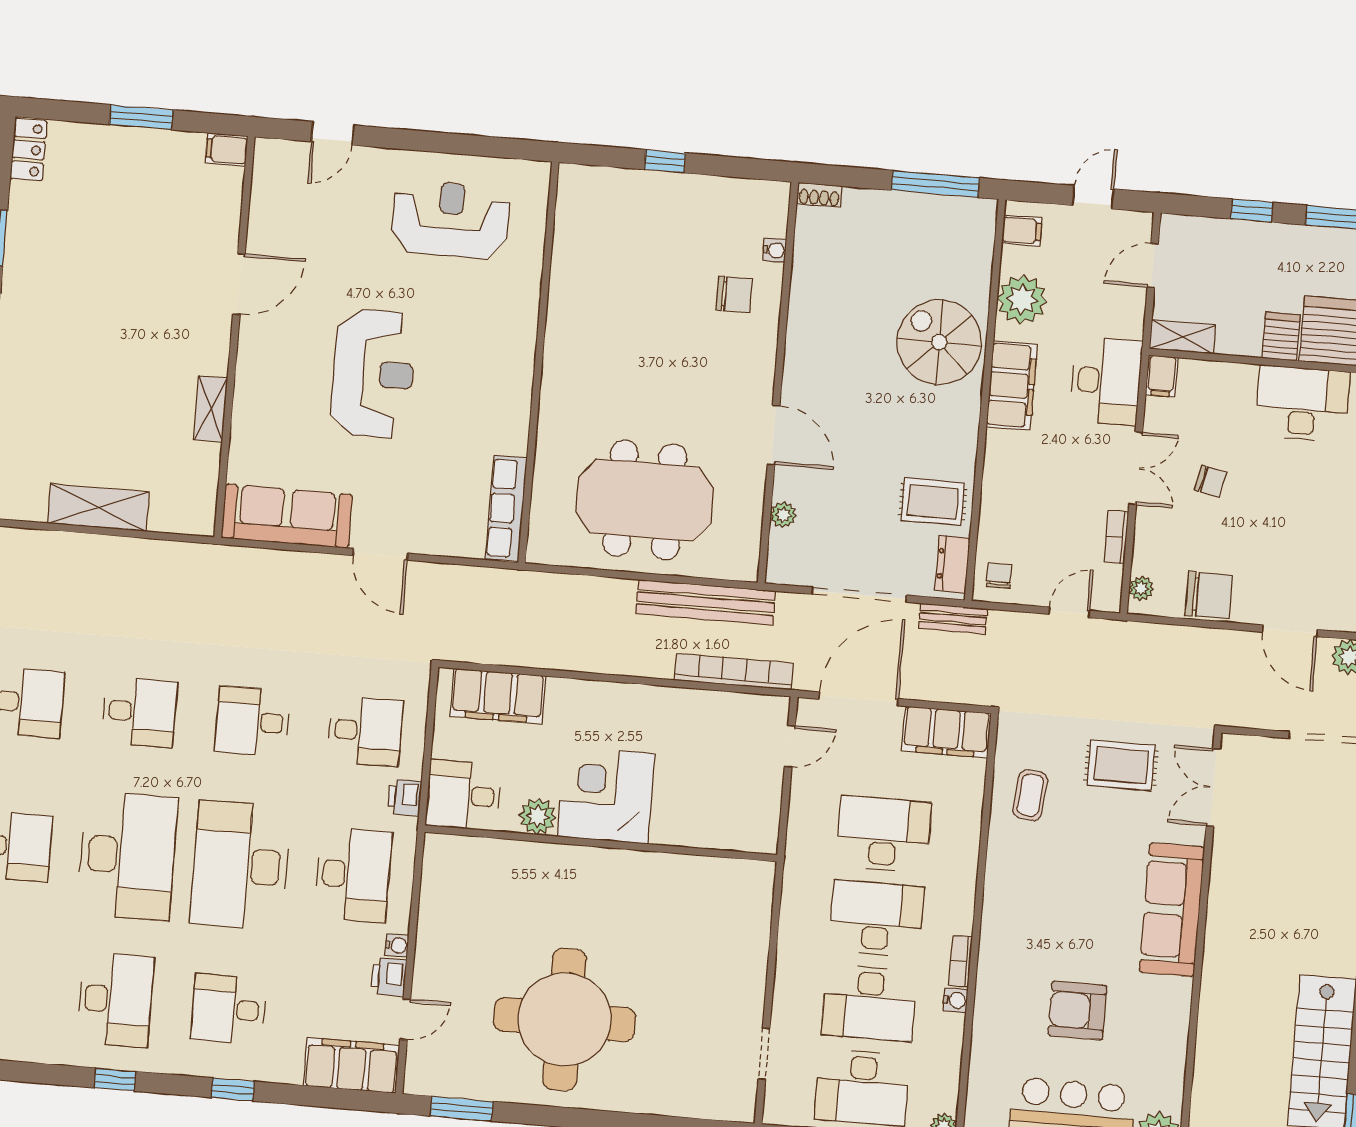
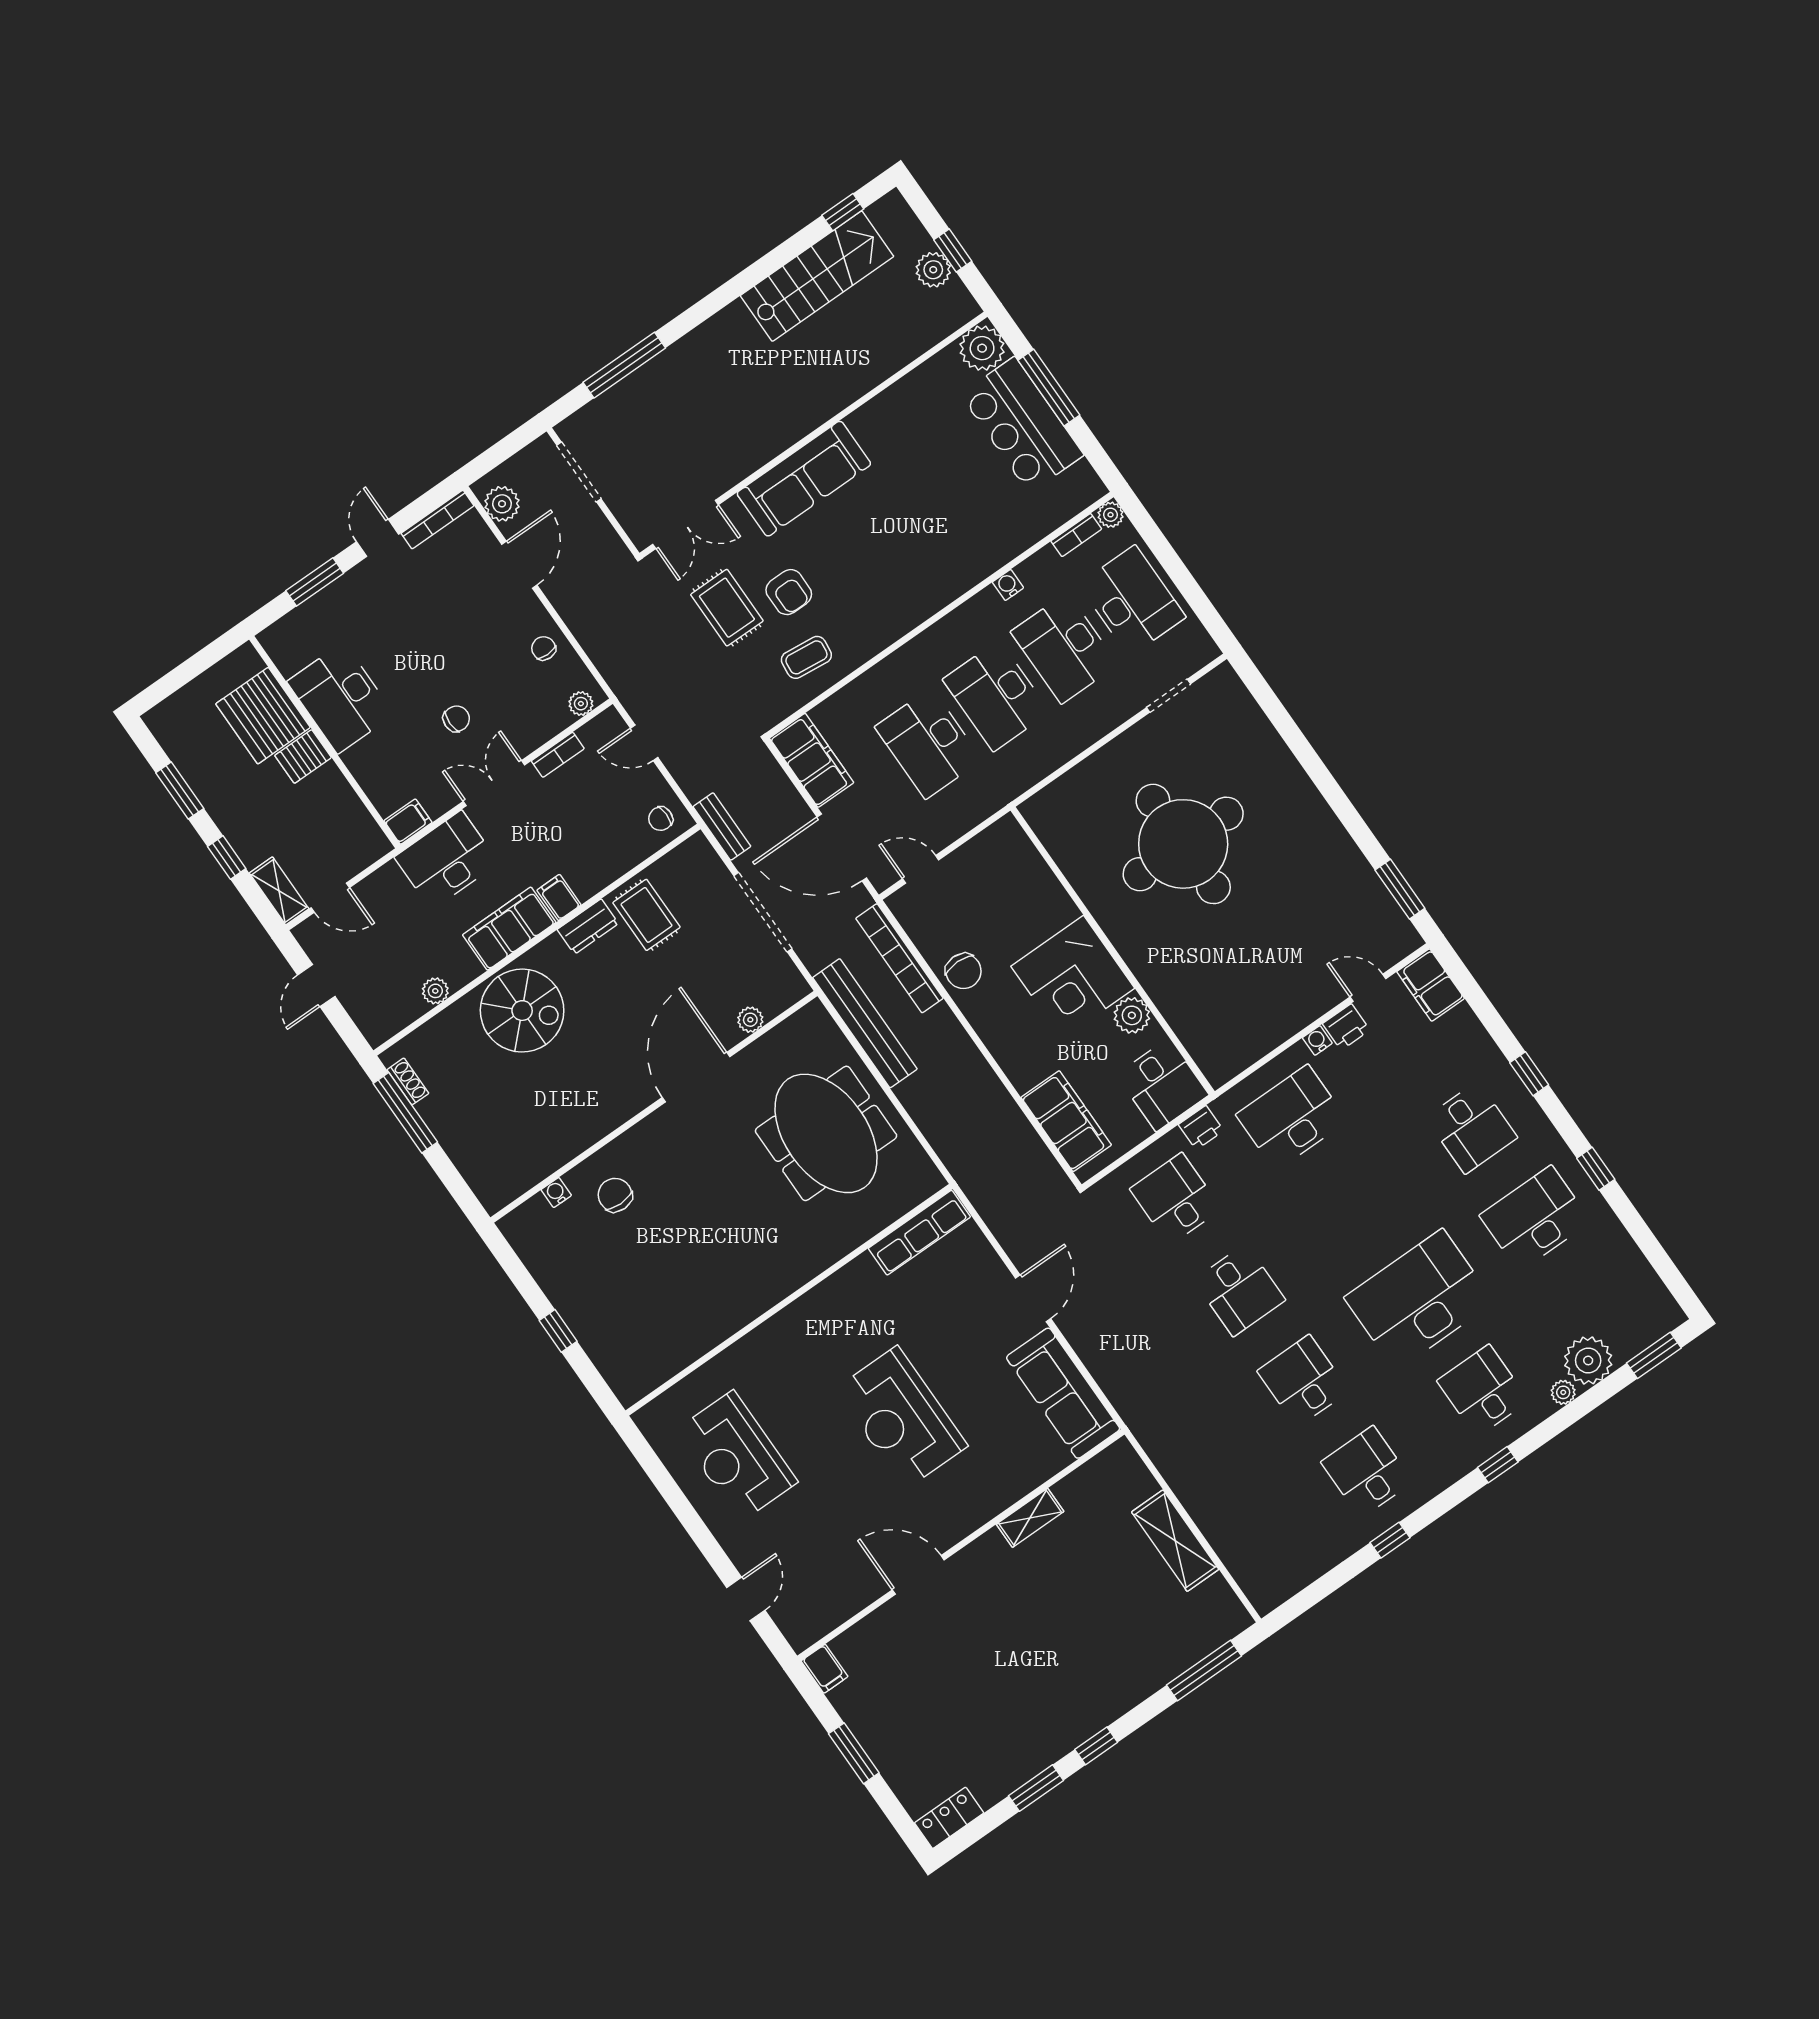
door: (333, 133) -> (746, 1599), hinge flipped
shoe rack: (819, 195) -> (408, 1081), moved
door: (1093, 197) -> (316, 986), hinge flipped
filing cabinet: (1022, 230) -> (559, 897), moved
plant: (1022, 300) -> (435, 991), width x0.53, depth x0.53
shelving: (1182, 337) -> (279, 891), moved
spiral stairs: (939, 342) -> (522, 1011), turned -90
reception desk: (373, 374) -> (901, 1417), turned -90
door: (774, 435) -> (696, 1077), width x1.36
chair: (1211, 481) -> (456, 719), turned 78
dresser: (952, 564) -> (588, 927), moved
chair: (1209, 595) -> (544, 648), width x0.54, depth x0.54
chair: (682, 713) -> (963, 971), added
desk: (240, 865) -> (1355, 1209), removed
bookcase: (961, 961) -> (1076, 535), moved
desk: (869, 1003) -> (1064, 648), turned 180
armchair: (1077, 1010) -> (789, 592), moved, width x0.72, depth x0.72
round table: (565, 1019) -> (1183, 844), moved
filing cabinet: (351, 1065) -> (1431, 985), width x0.67, depth x0.86

